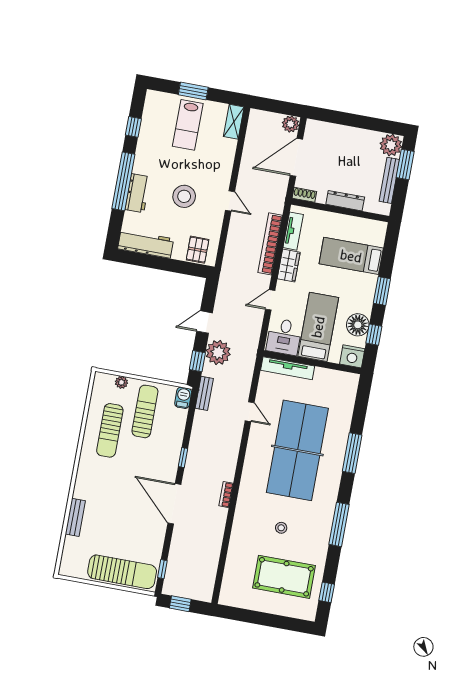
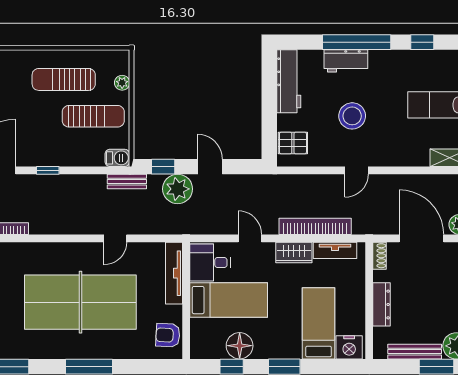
nightstand: (352, 356) -> (349, 347), moved, turned -90
armchair: (338, 383) -> (168, 335), added

